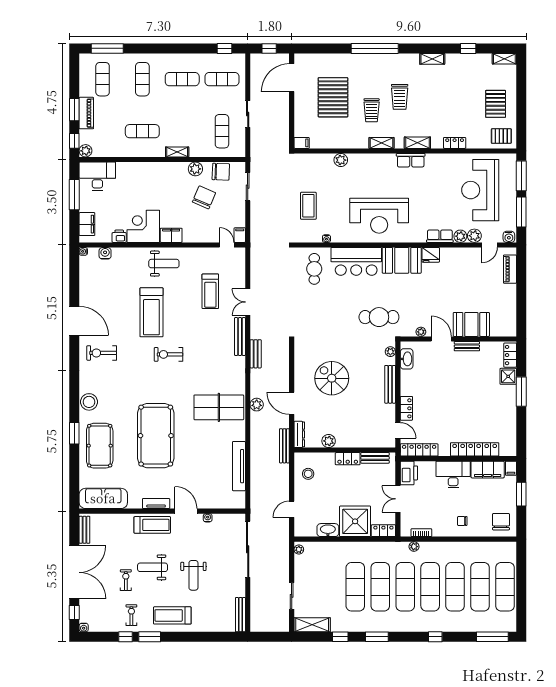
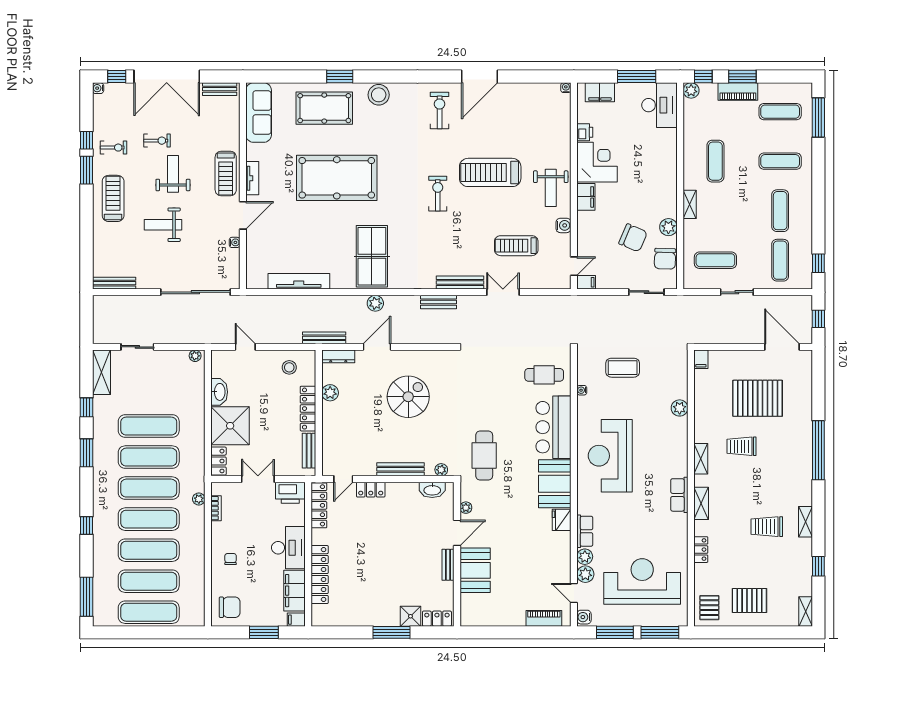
trolley: (400, 97) -> (767, 527), moved
water cooler: (105, 253) -> (563, 225), moved
locker: (348, 459) -> (308, 409), width x1.53

